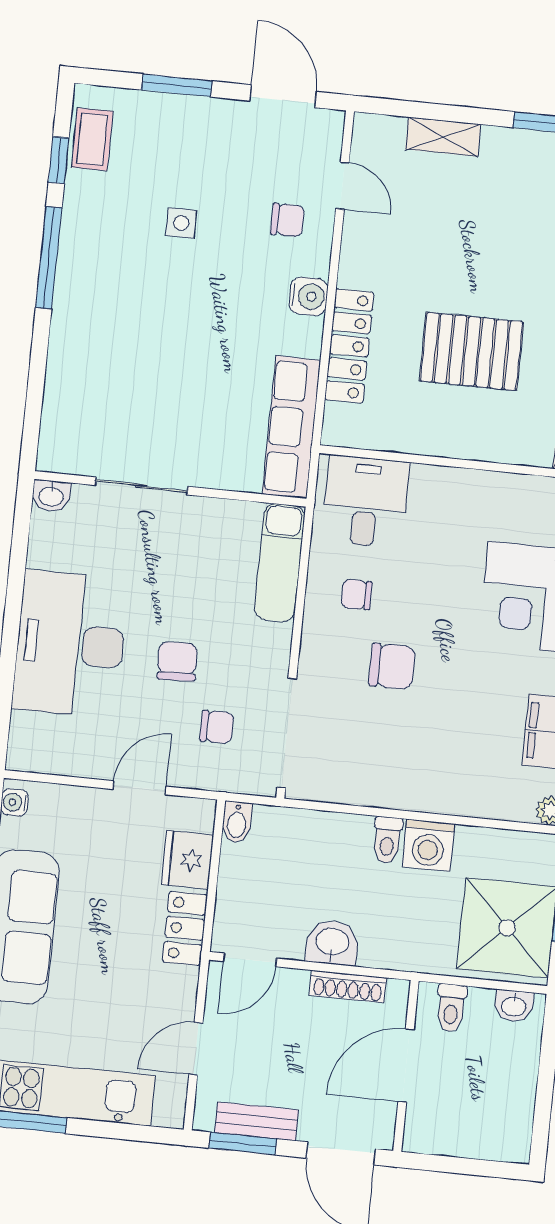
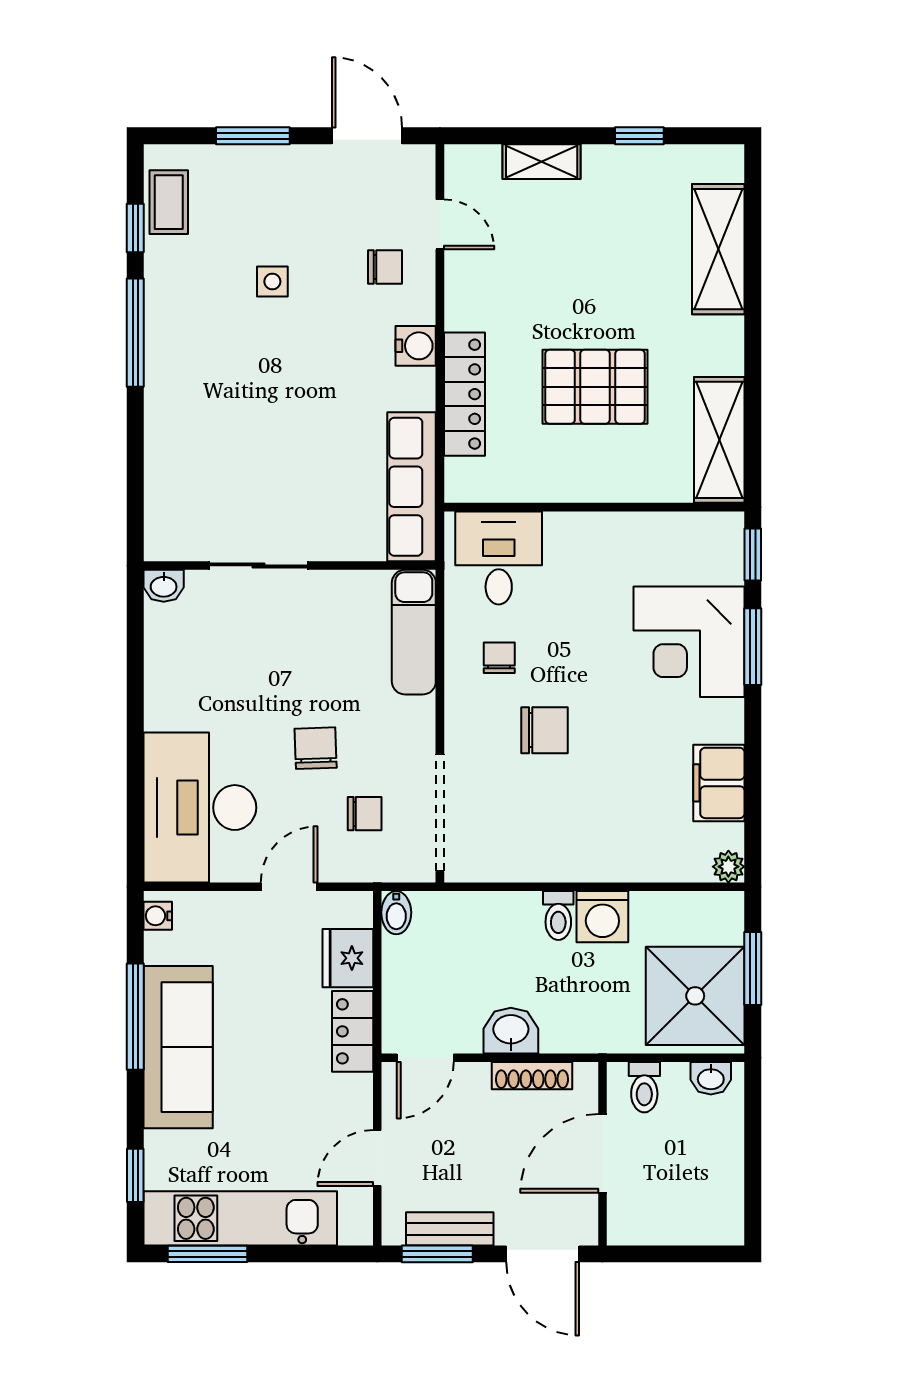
chair: (357, 595) -> (499, 658), turned 90
desk: (70, 644) -> (200, 808), moved

